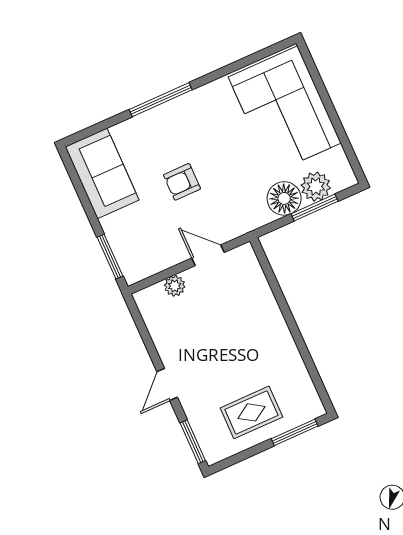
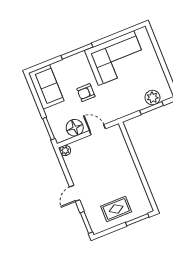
corner sofa: (285, 110) -> (116, 58), moved, turned -90
floor lamp: (284, 198) -> (75, 128), moved
plant: (175, 286) -> (65, 150), moved

